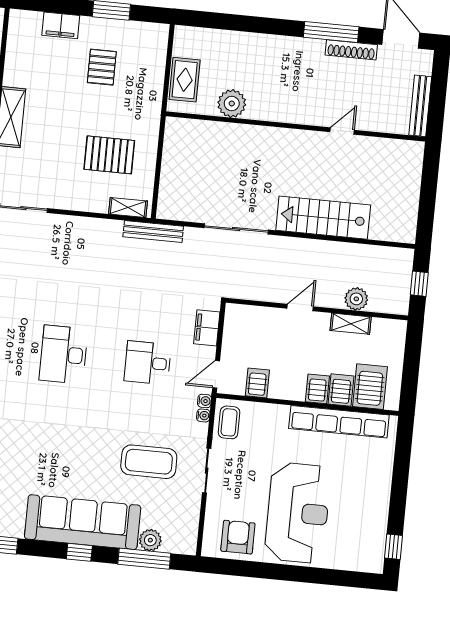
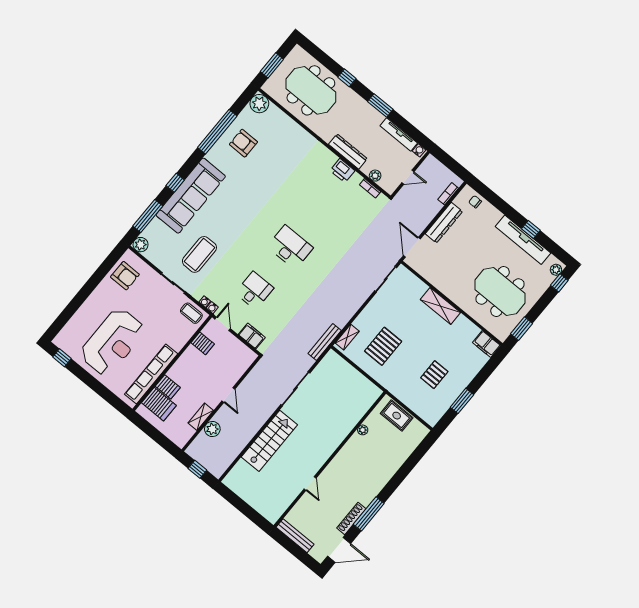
filing cabinet: (61, 25) -> (487, 344), moved, turned -90
pallet: (102, 67) -> (434, 375), turned 90
plant: (232, 104) -> (363, 430), width x0.53, depth x0.53
server rack: (317, 389) -> (177, 374), removed
reception desk: (298, 513) -> (112, 342), moved, turned -90
plant: (150, 540) -> (141, 245), moved

